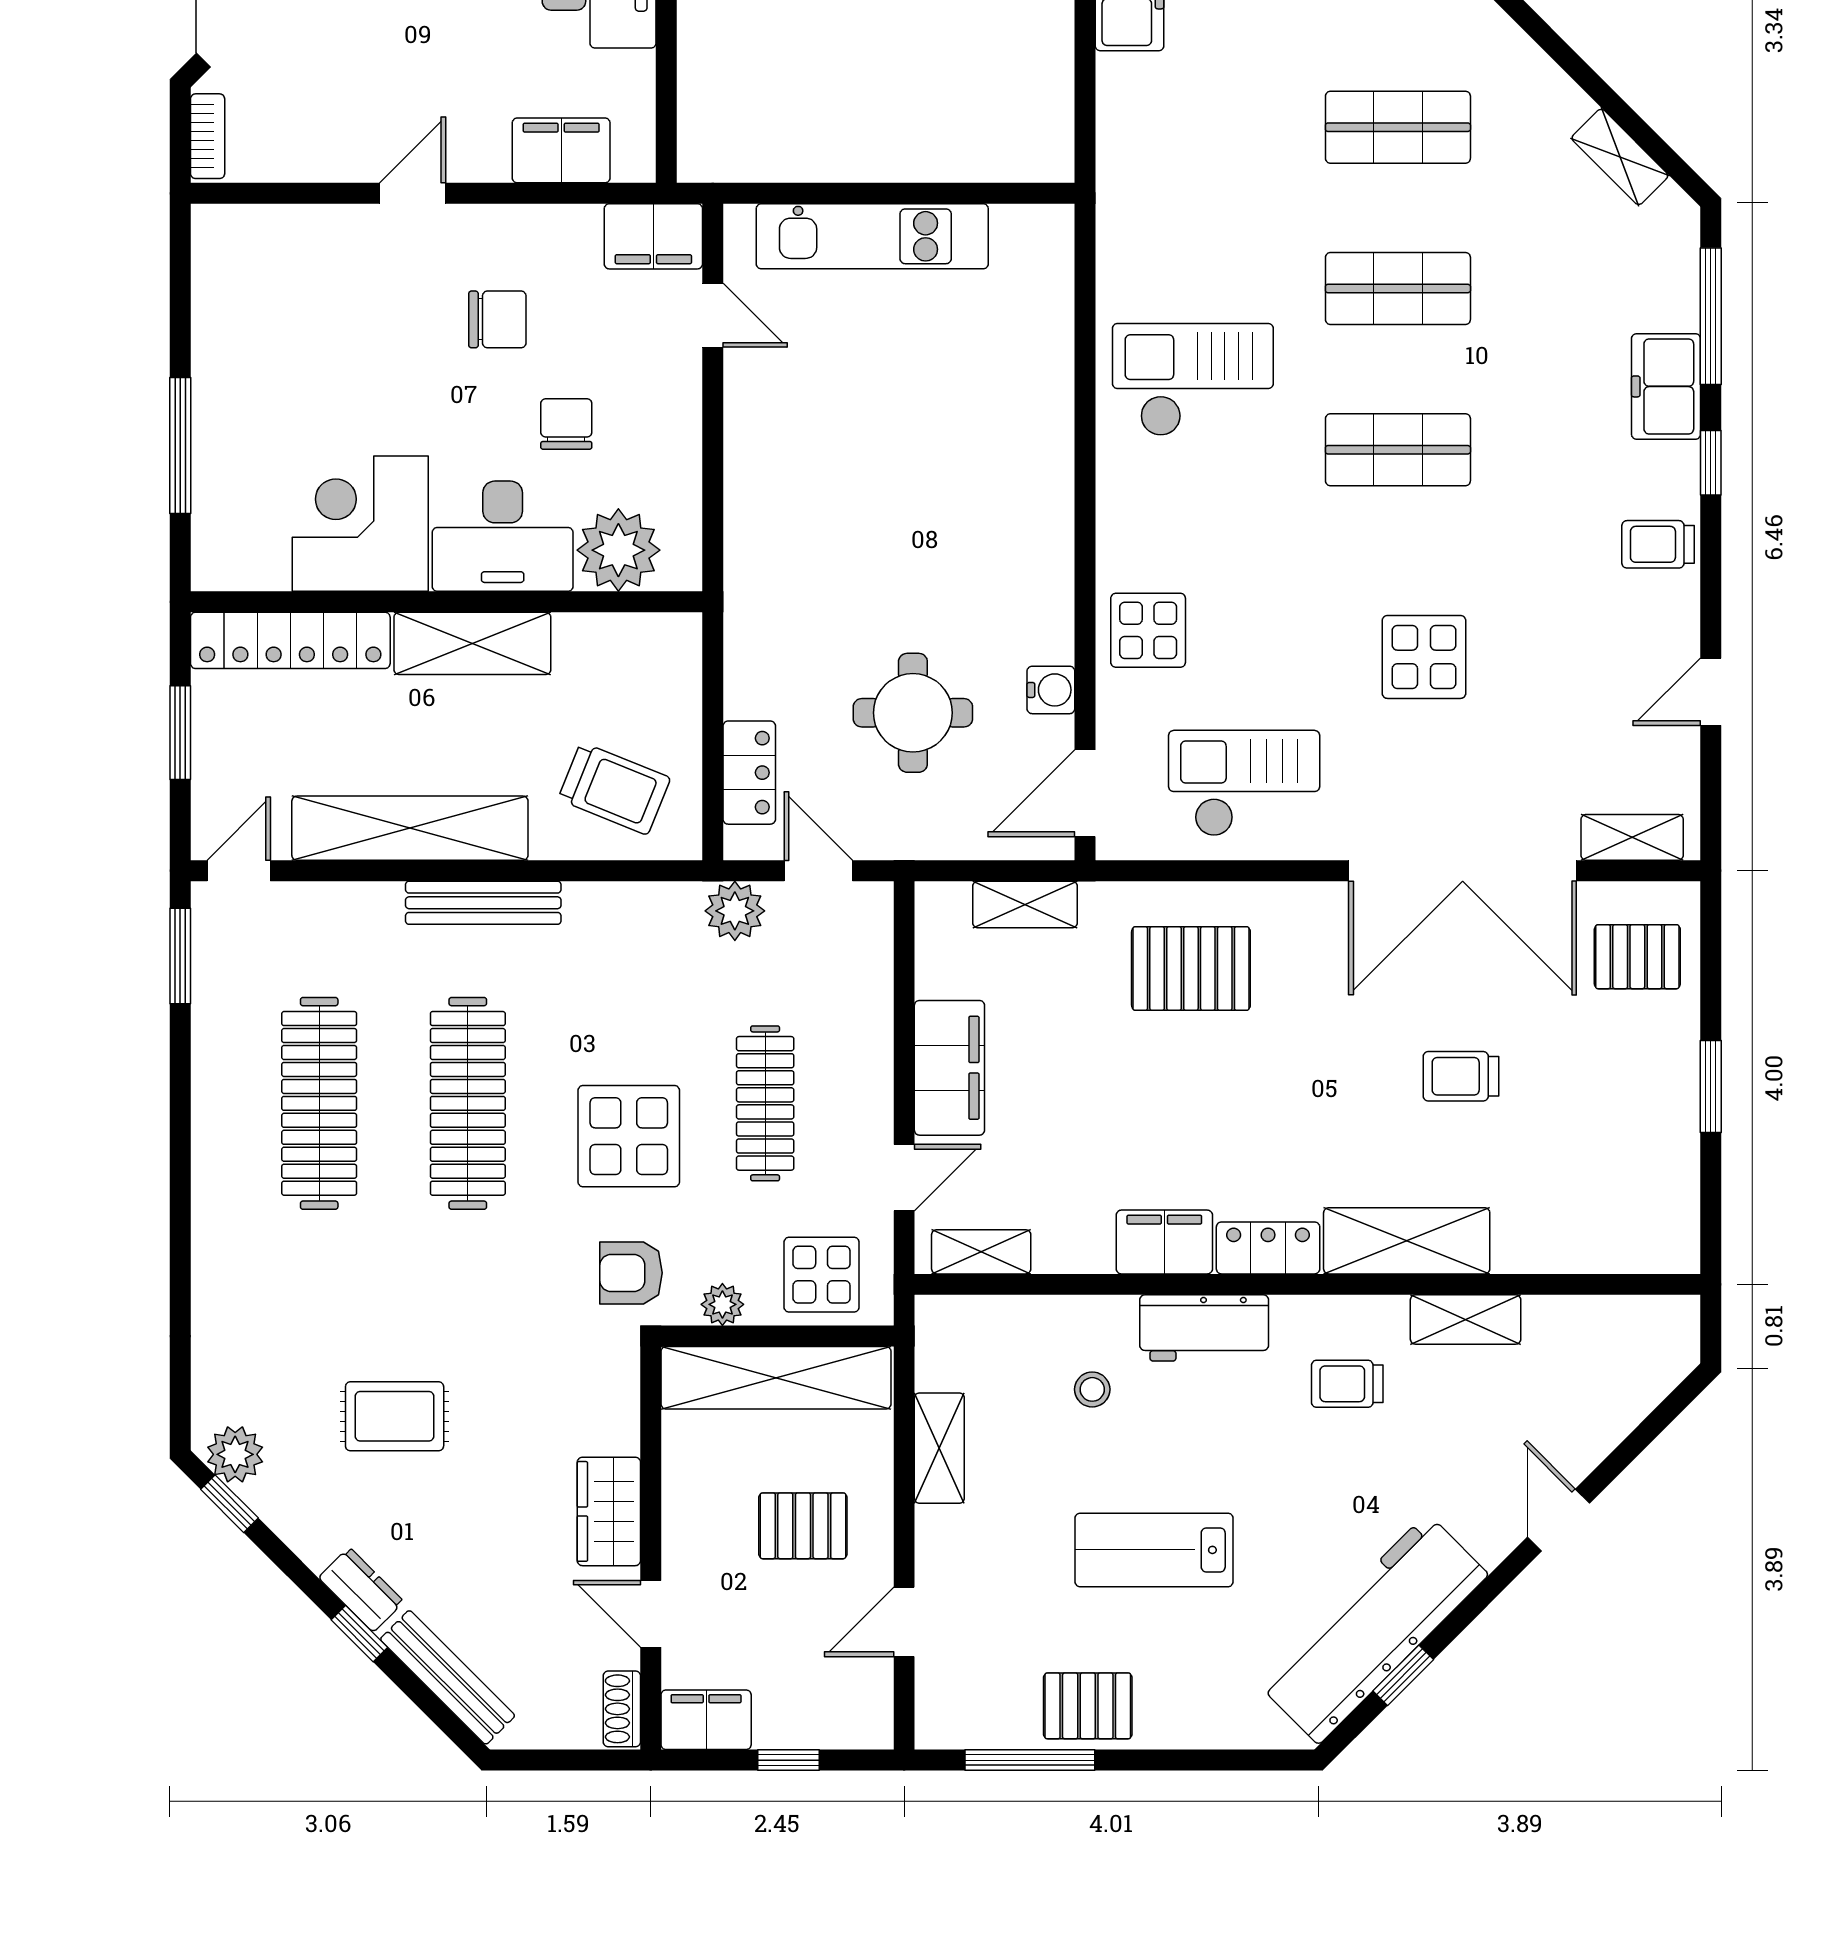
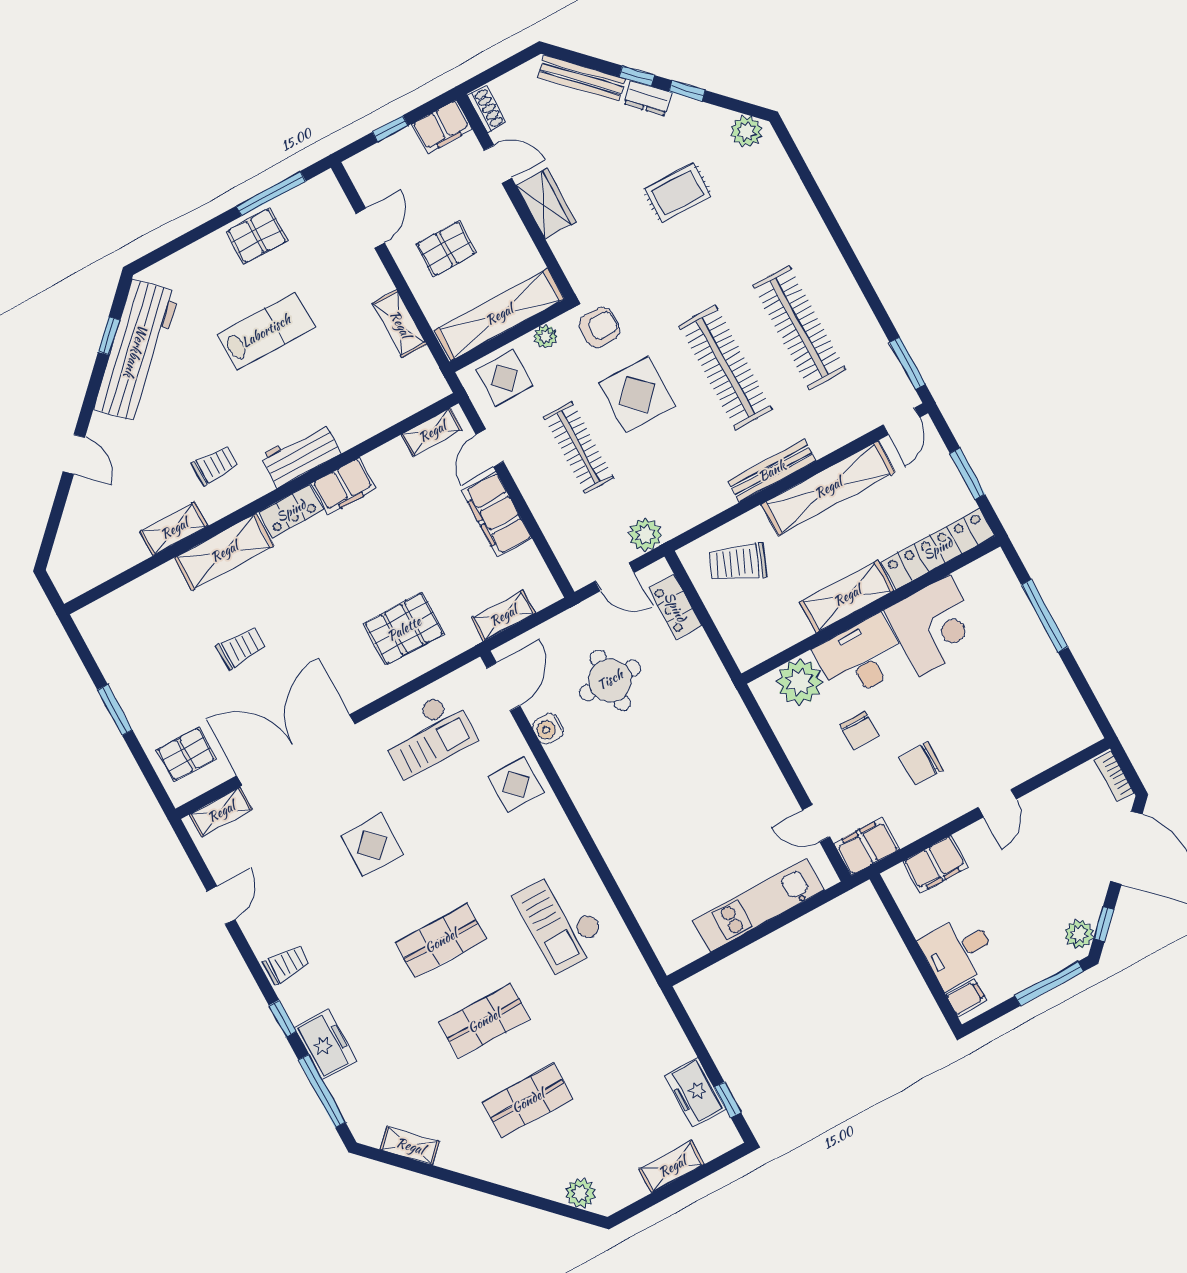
checkout: (1193, 380) -> (561, 920), turned 90
stool: (1092, 1389) -> (340, 394), removed
window: (229, 1504) -> (687, 91), moved

